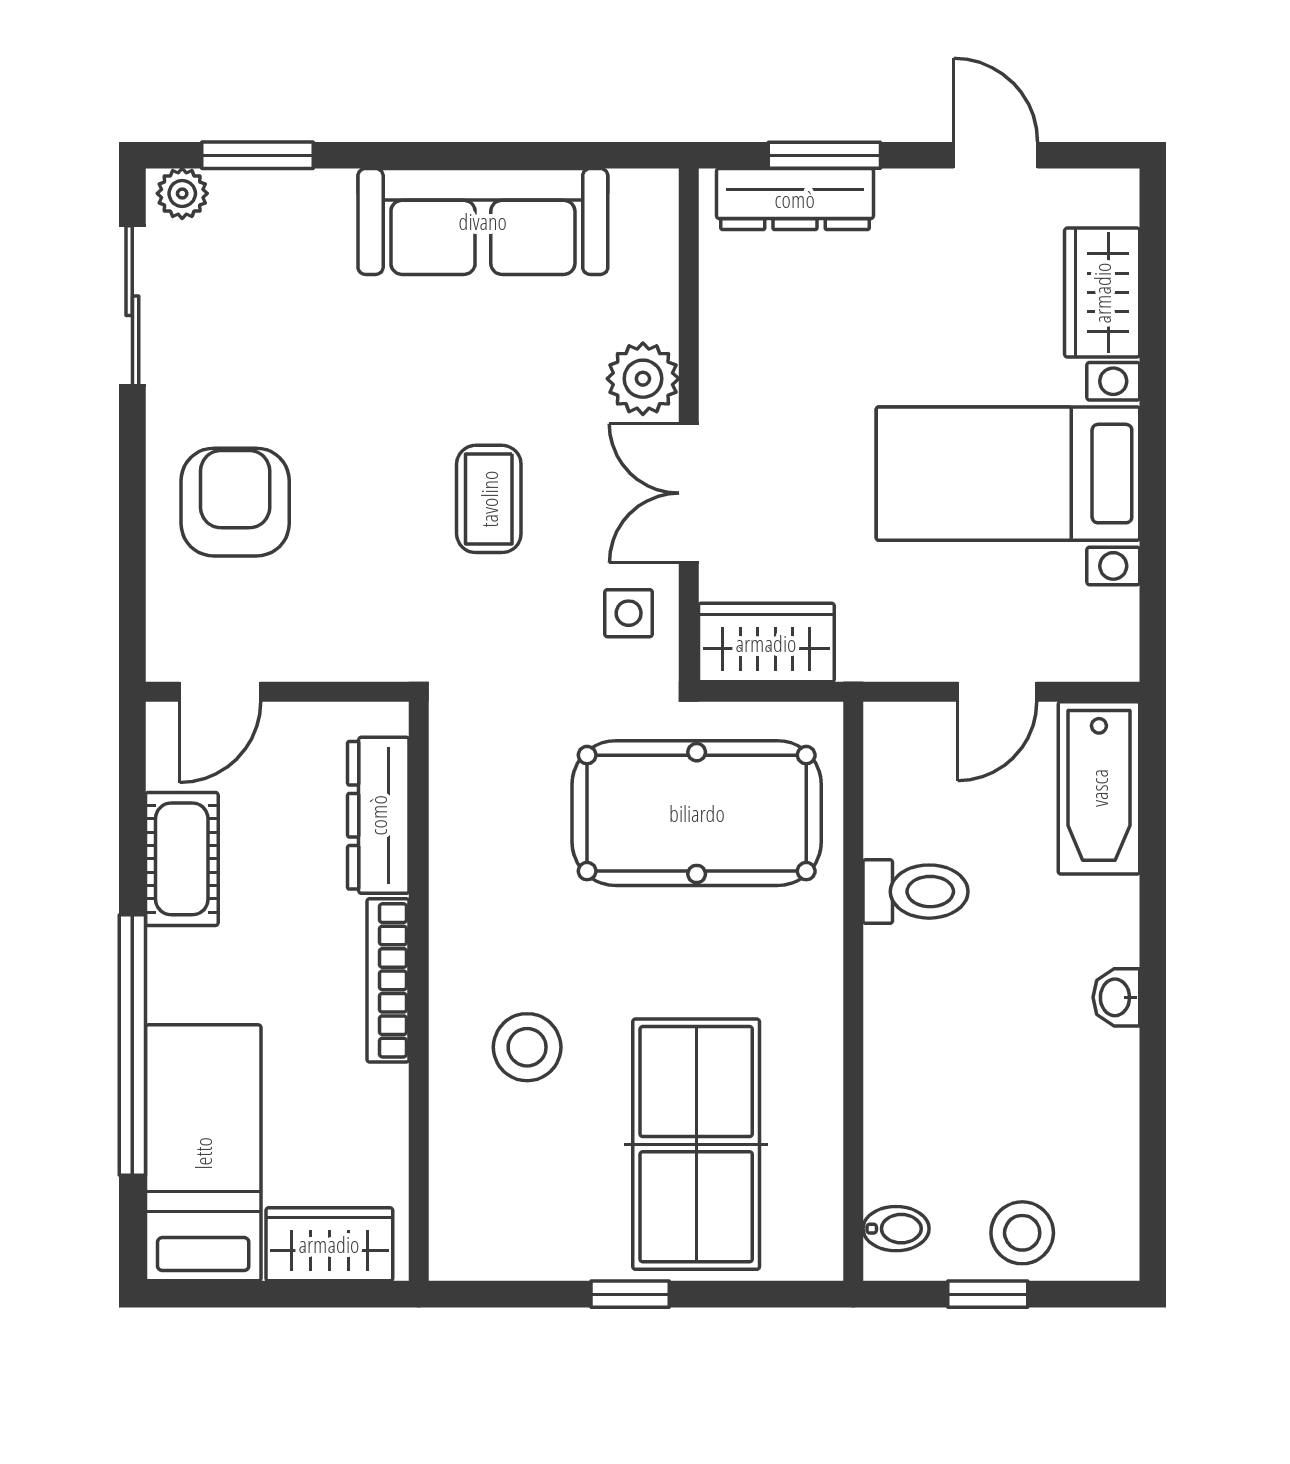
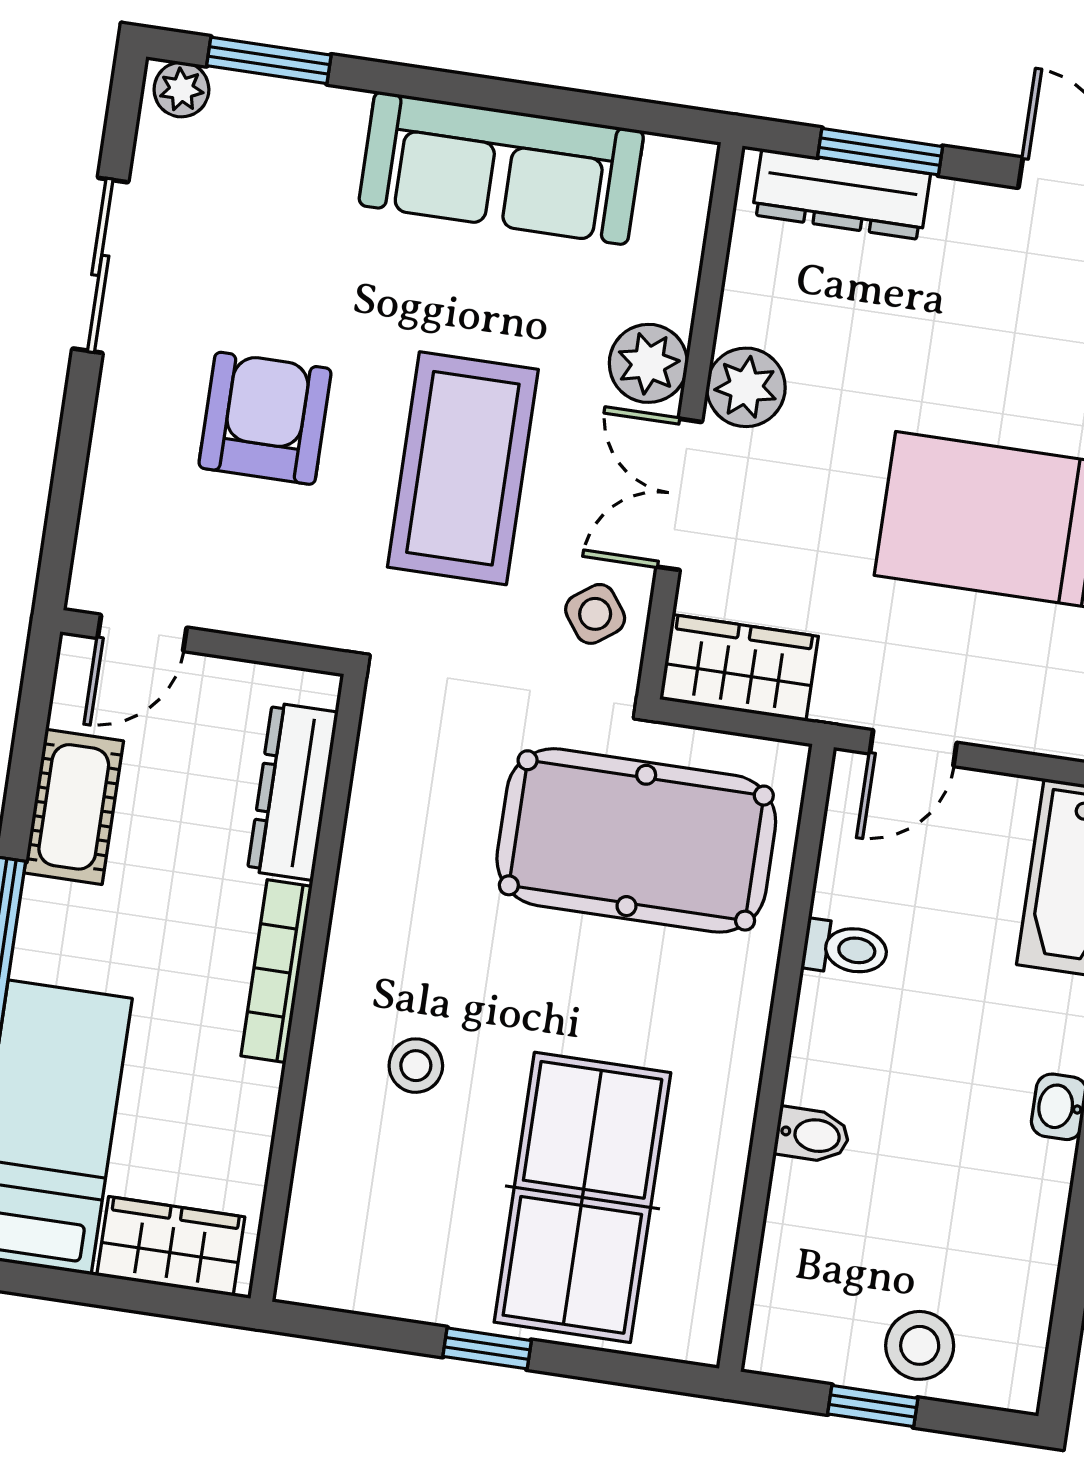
sliding door: (132, 306) -> (100, 265), moved
plant: (735, 387) -> (746, 387), added
coffee table: (489, 499) -> (463, 468), width x1.86, depth x1.72
armchair: (235, 502) -> (265, 418), moved
side table: (629, 613) -> (595, 614), turned -36
door: (997, 692) -> (913, 748), moved
toilet: (916, 892) -> (845, 949), width x0.73, depth x0.72
stool: (527, 1047) -> (416, 1066), width x0.73, depth x0.73
bidet: (896, 1229) -> (812, 1135), moved

